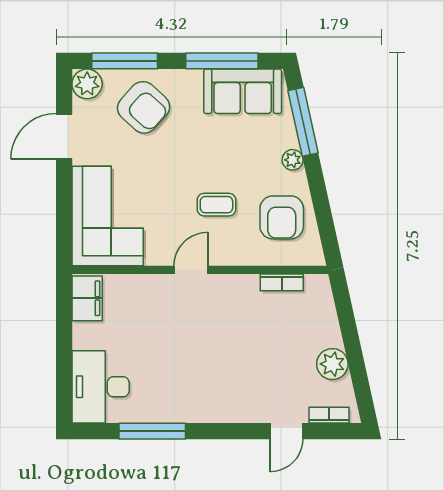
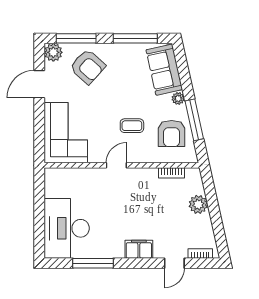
sofa: (243, 91) -> (164, 70), moved, turned 78
window: (303, 122) -> (194, 120), moved
filing cabinet: (87, 298) -> (139, 249), moved, turned -90
plant: (332, 364) -> (198, 204), moved
desk: (101, 387) -> (67, 228), width x1.36, depth x1.30

